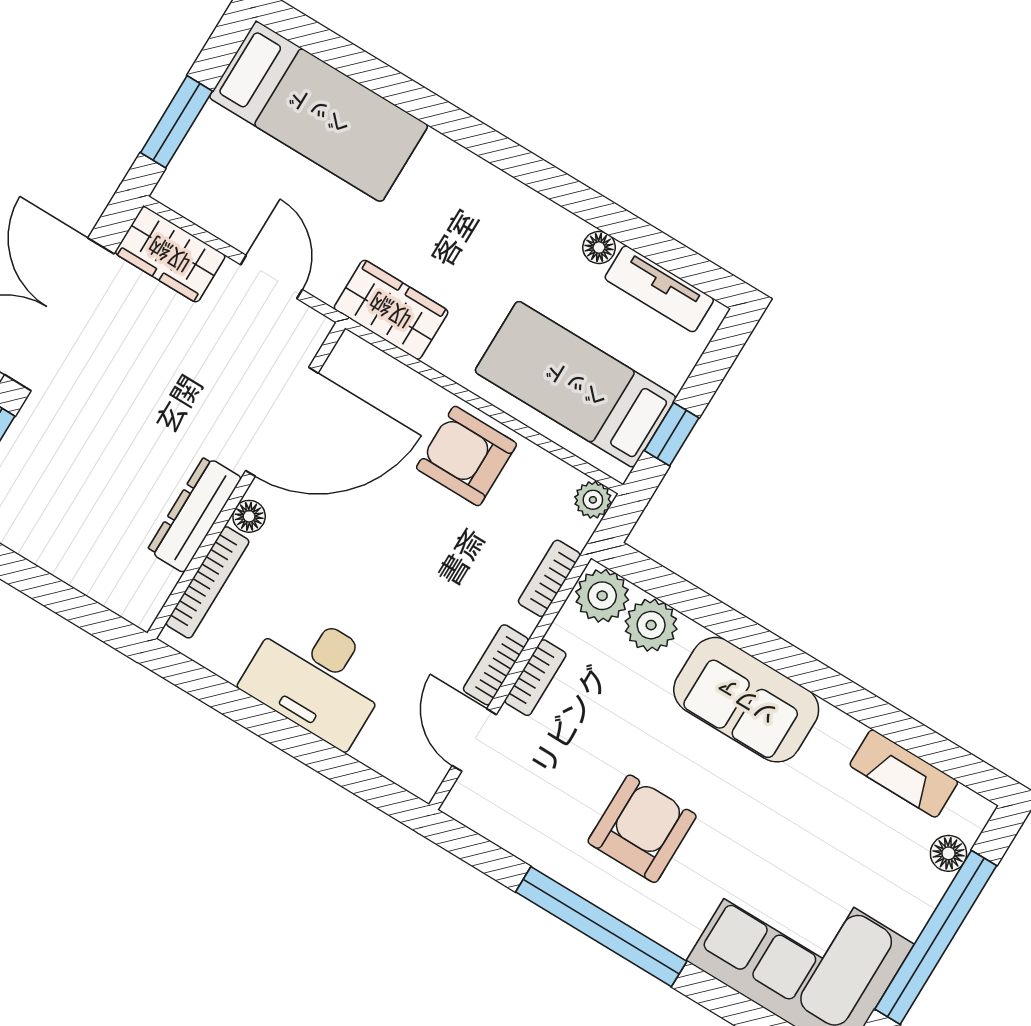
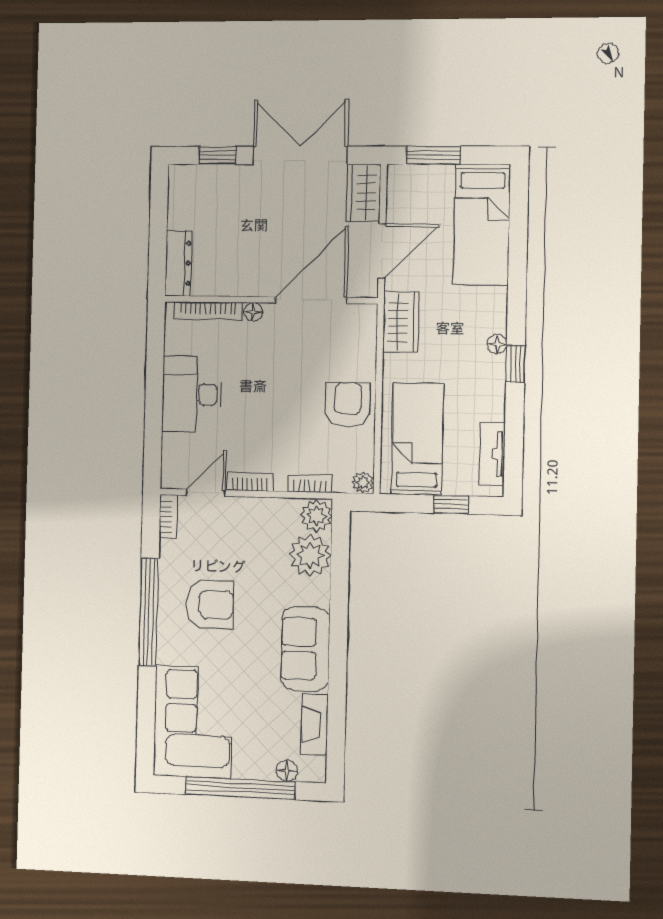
window: (549, 181) -> (515, 364), added
floor lamp: (599, 247) -> (497, 344), moved
door: (272, 277) -> (382, 251), width x1.38
door: (282, 422) -> (311, 300), swing flipped
window: (672, 434) -> (451, 505), moved
dresser: (194, 514) -> (178, 263), moved, turned 90
plant: (651, 625) -> (310, 555), width x1.36, depth x1.36
bookcase: (535, 678) -> (168, 516), moved, turned -90
sofa: (746, 700) -> (305, 649), moved

